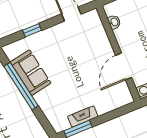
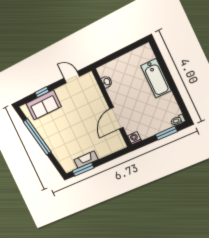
sofa: (31, 73) -> (44, 105), moved, turned 101

